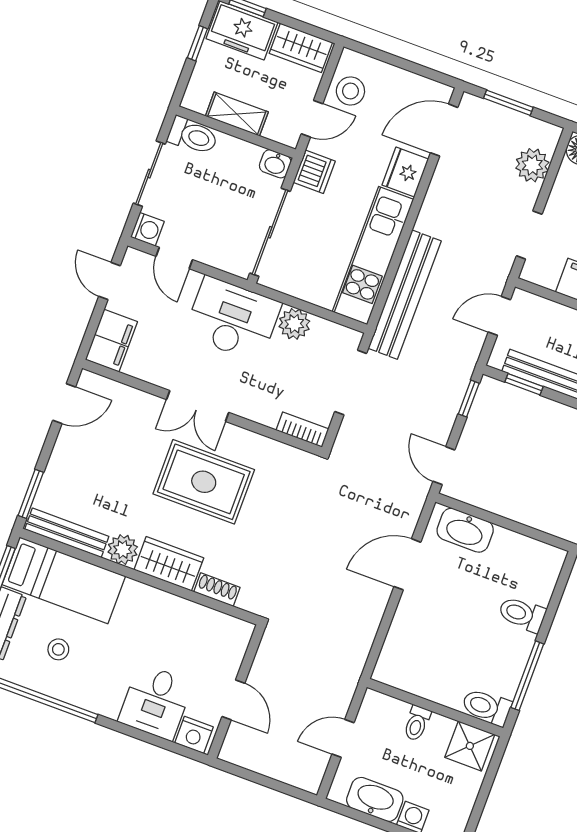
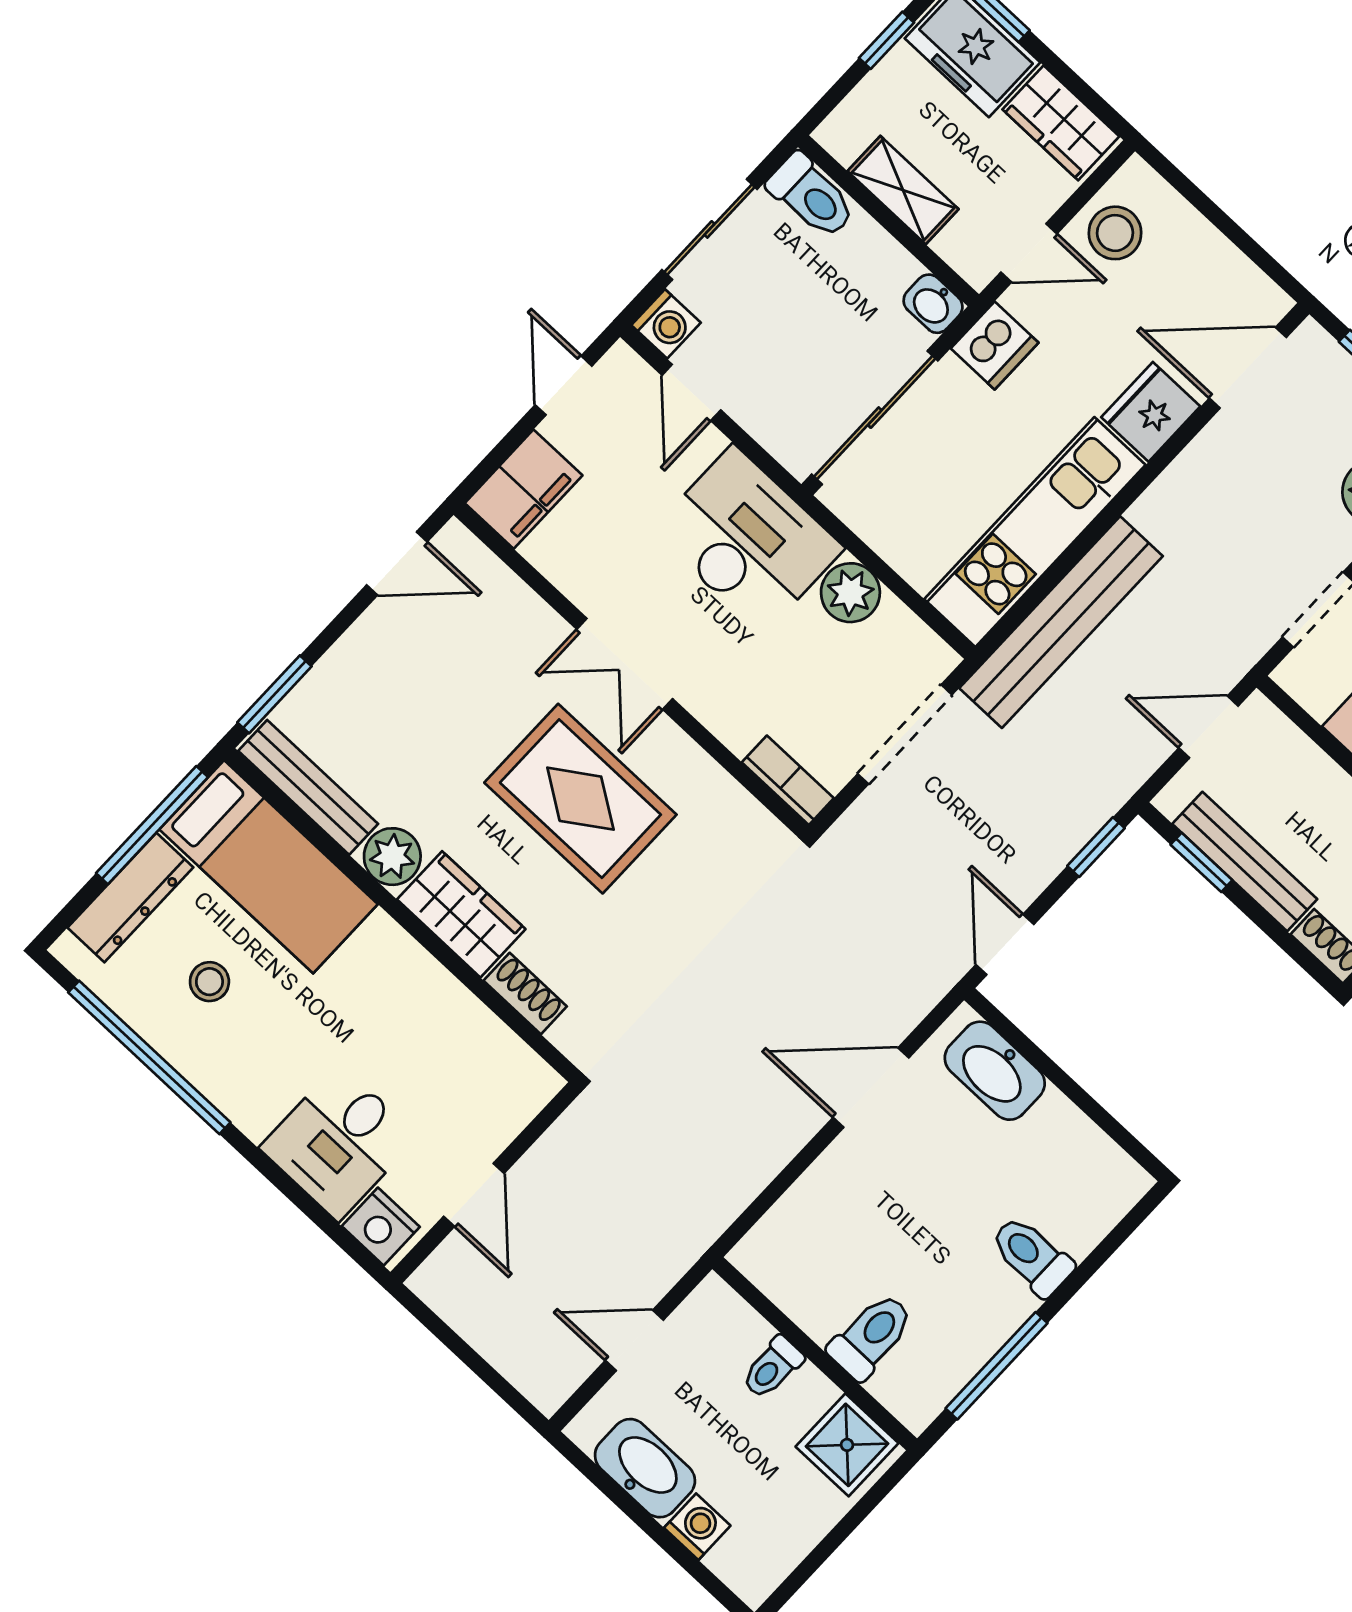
toilet: (486, 707) -> (871, 1336), moved, turned 90

